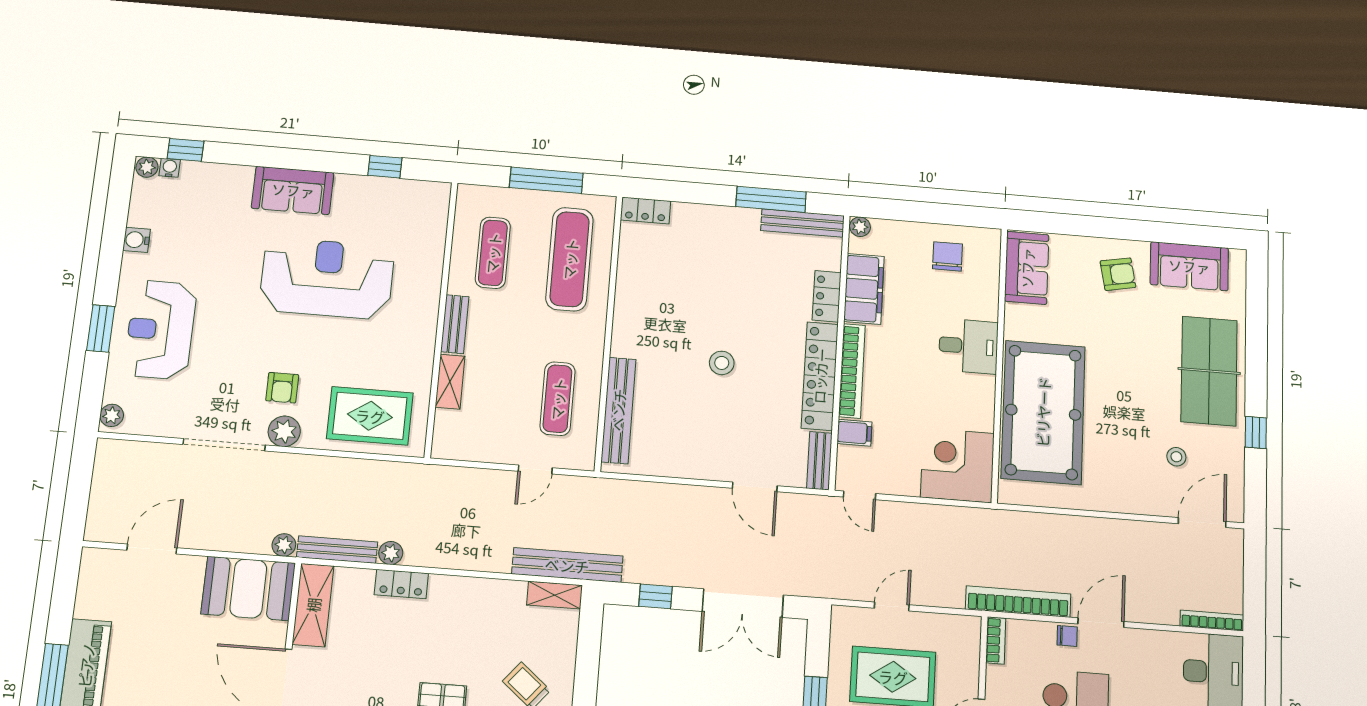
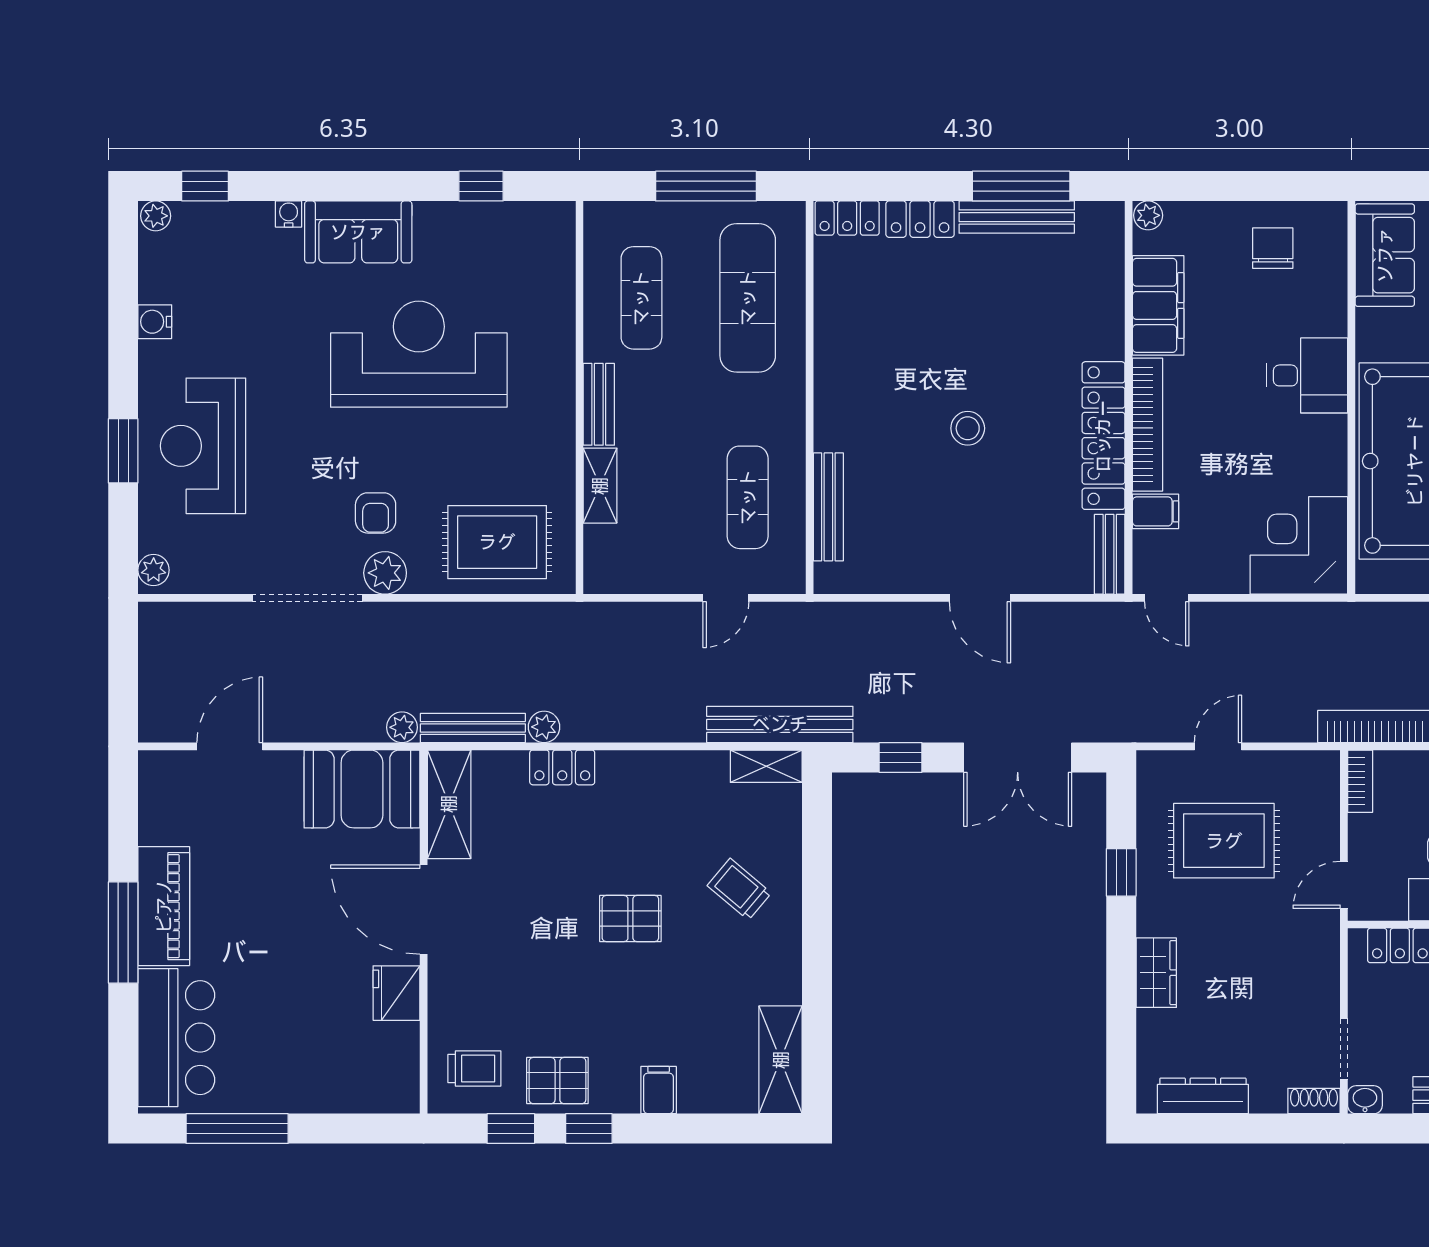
water cooler: (170, 168) -> (289, 214), moved
bench: (803, 223) -> (1017, 217), moved
locker: (827, 296) -> (920, 219), moved, turned -90
bench: (618, 410) -> (828, 507), width x0.73, depth x0.82
door: (755, 487) -> (980, 598), moved

